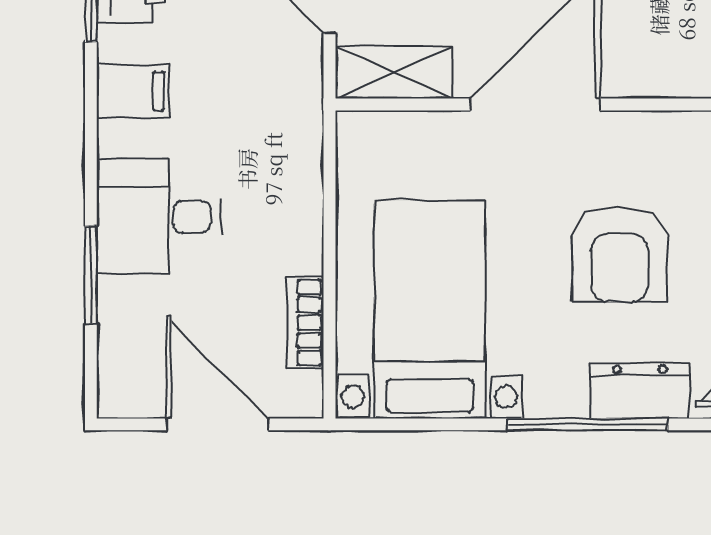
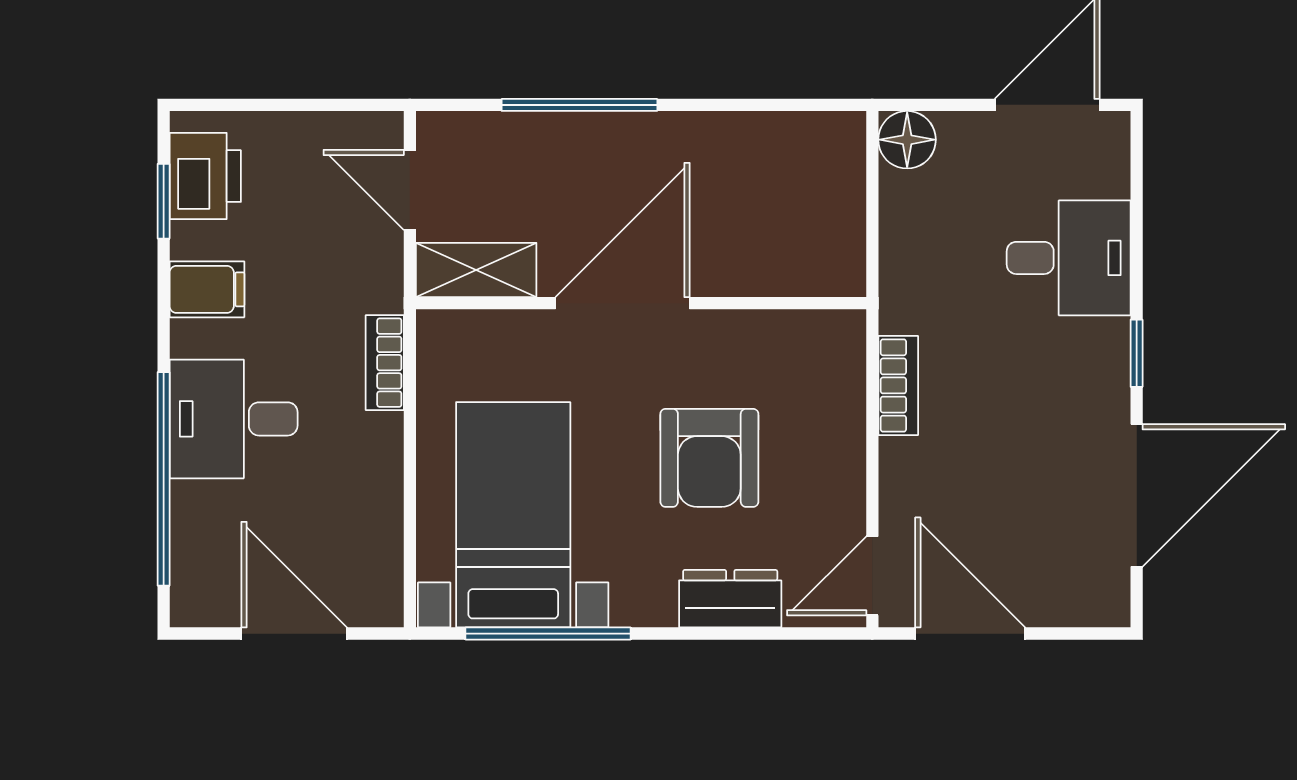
window: (91, 275) -> (164, 479), width x2.11
bookcase: (305, 323) -> (385, 363), moved
window: (588, 424) -> (548, 634), moved

